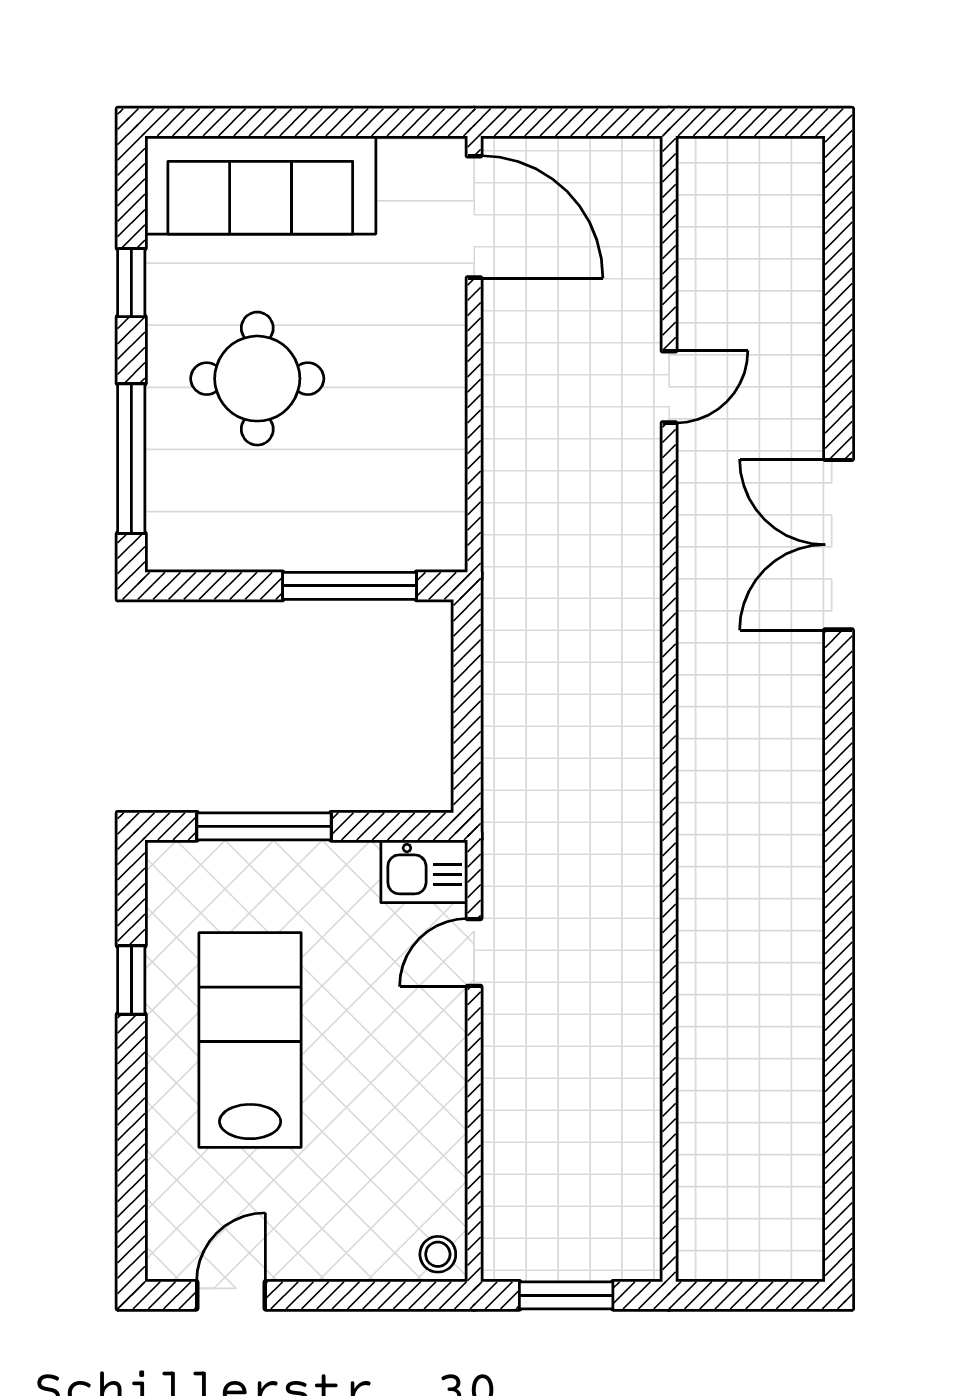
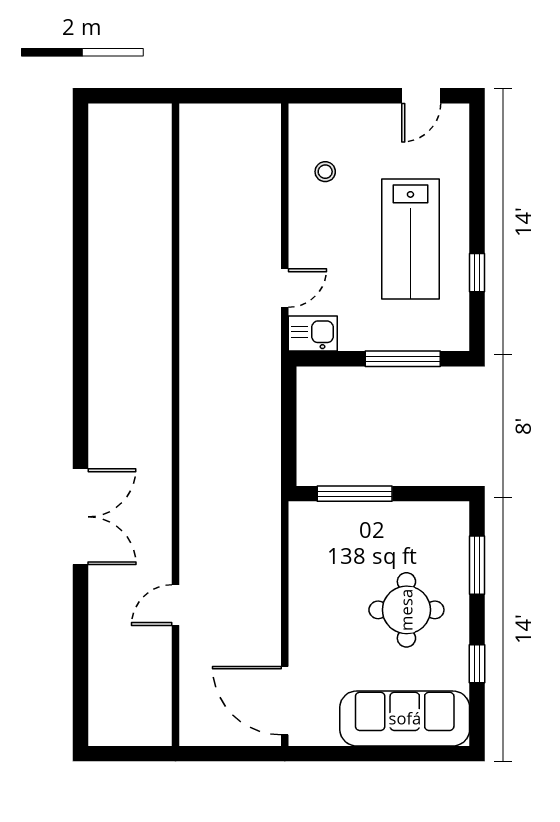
window: (131, 459) -> (477, 565), width x0.69
stool: (438, 1254) -> (325, 172), moved
window: (566, 1295) -> (233, 96), removed

